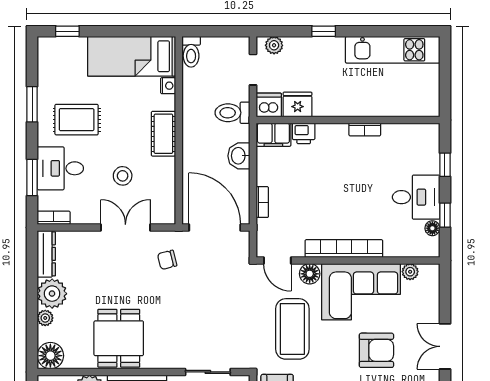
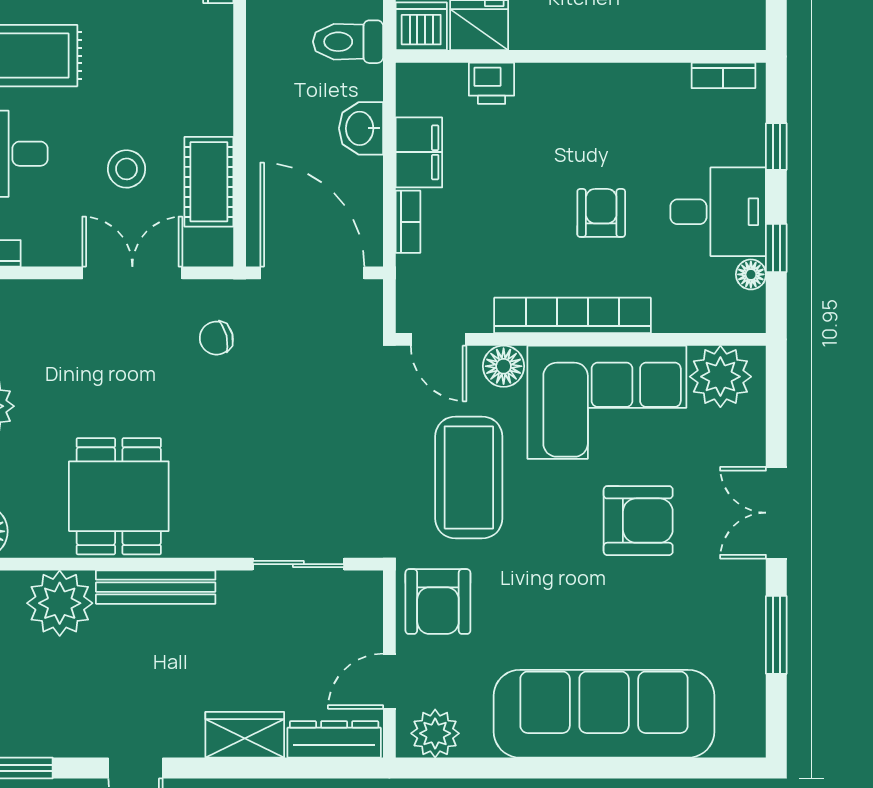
bookcase: (365, 129) -> (723, 75), moved
cot: (163, 134) -> (209, 182), moved
filing cabinet: (273, 135) -> (419, 152), moved, turned -90
armchair: (358, 198) -> (601, 213), added
plant: (410, 272) -> (720, 377), width x1.88, depth x1.88

